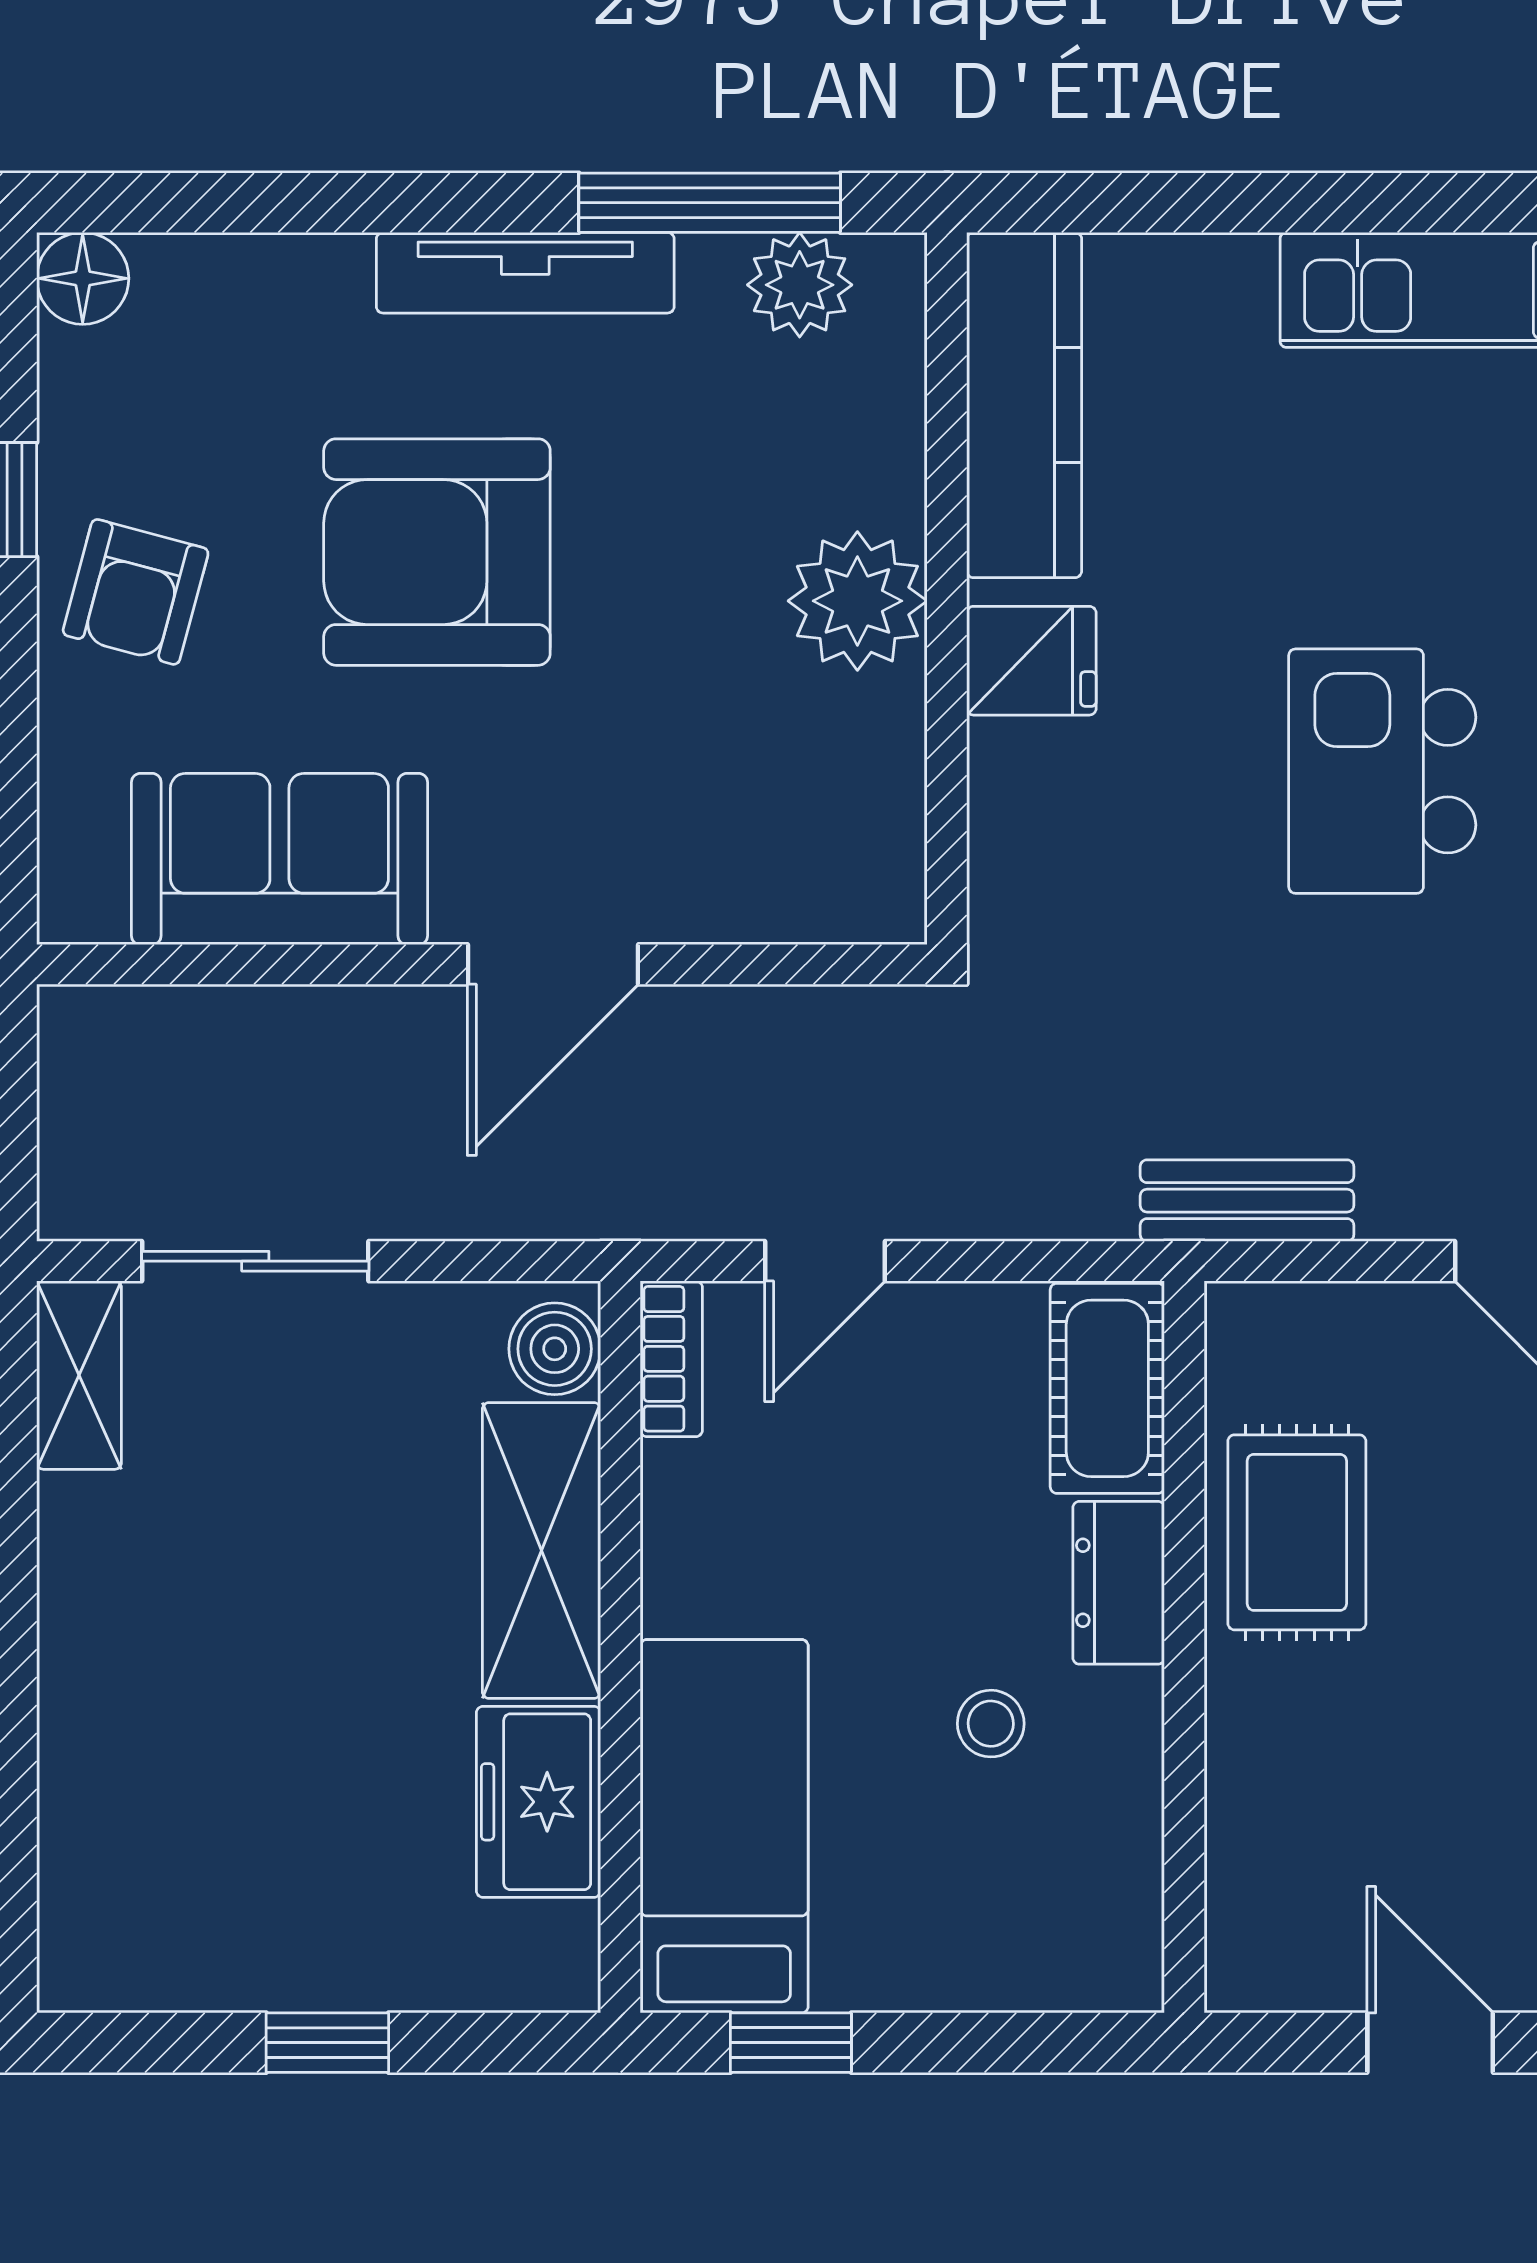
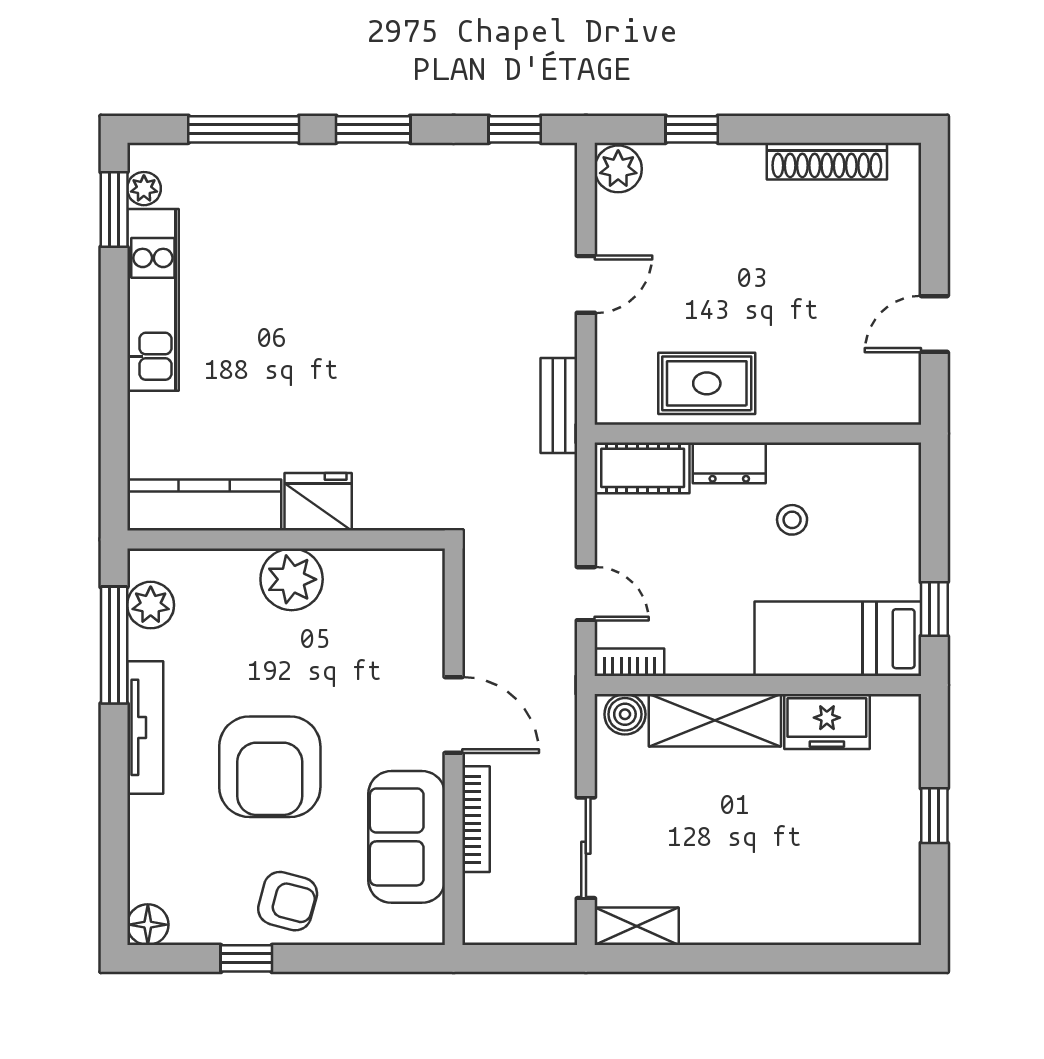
fridge: (1031, 661) -> (318, 502), width x1.38
kitchen island: (1382, 771) -> (367, 345), removed
bookcase: (319, 1015) -> (476, 819), added

